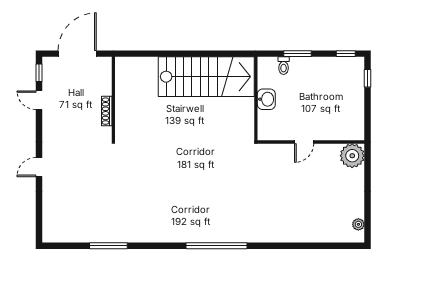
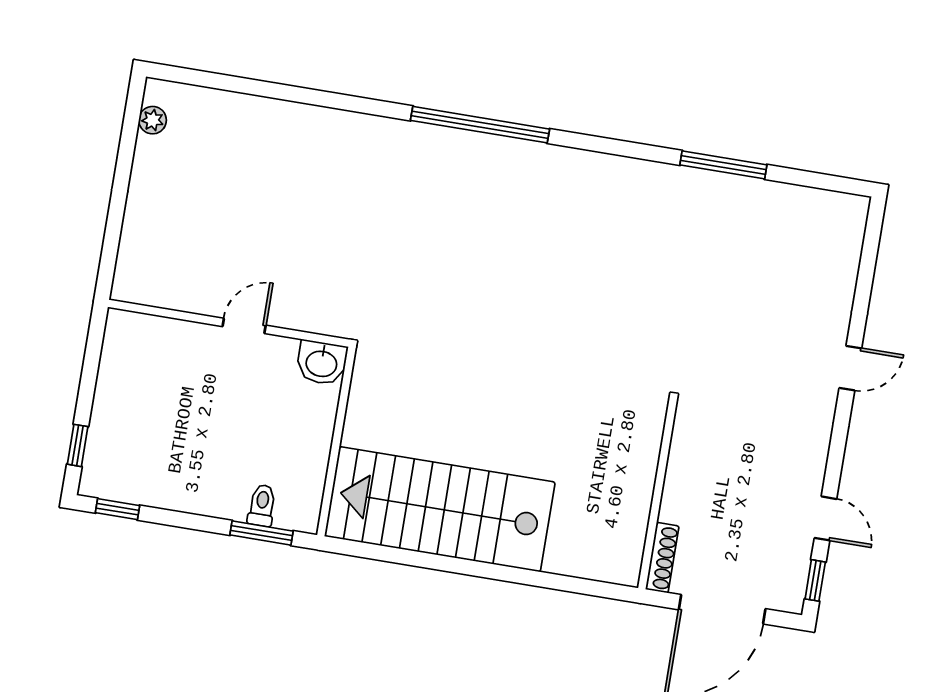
window: (298, 54) -> (261, 533), moved
washbasin: (266, 99) -> (322, 363), moved, turned -90
shoe rack: (107, 111) -> (662, 558), moved
plant: (352, 156) -> (141, 277), removed

